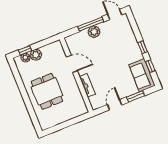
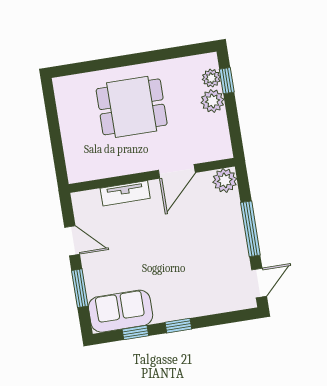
plant: (94, 32) -> (225, 180), moved

